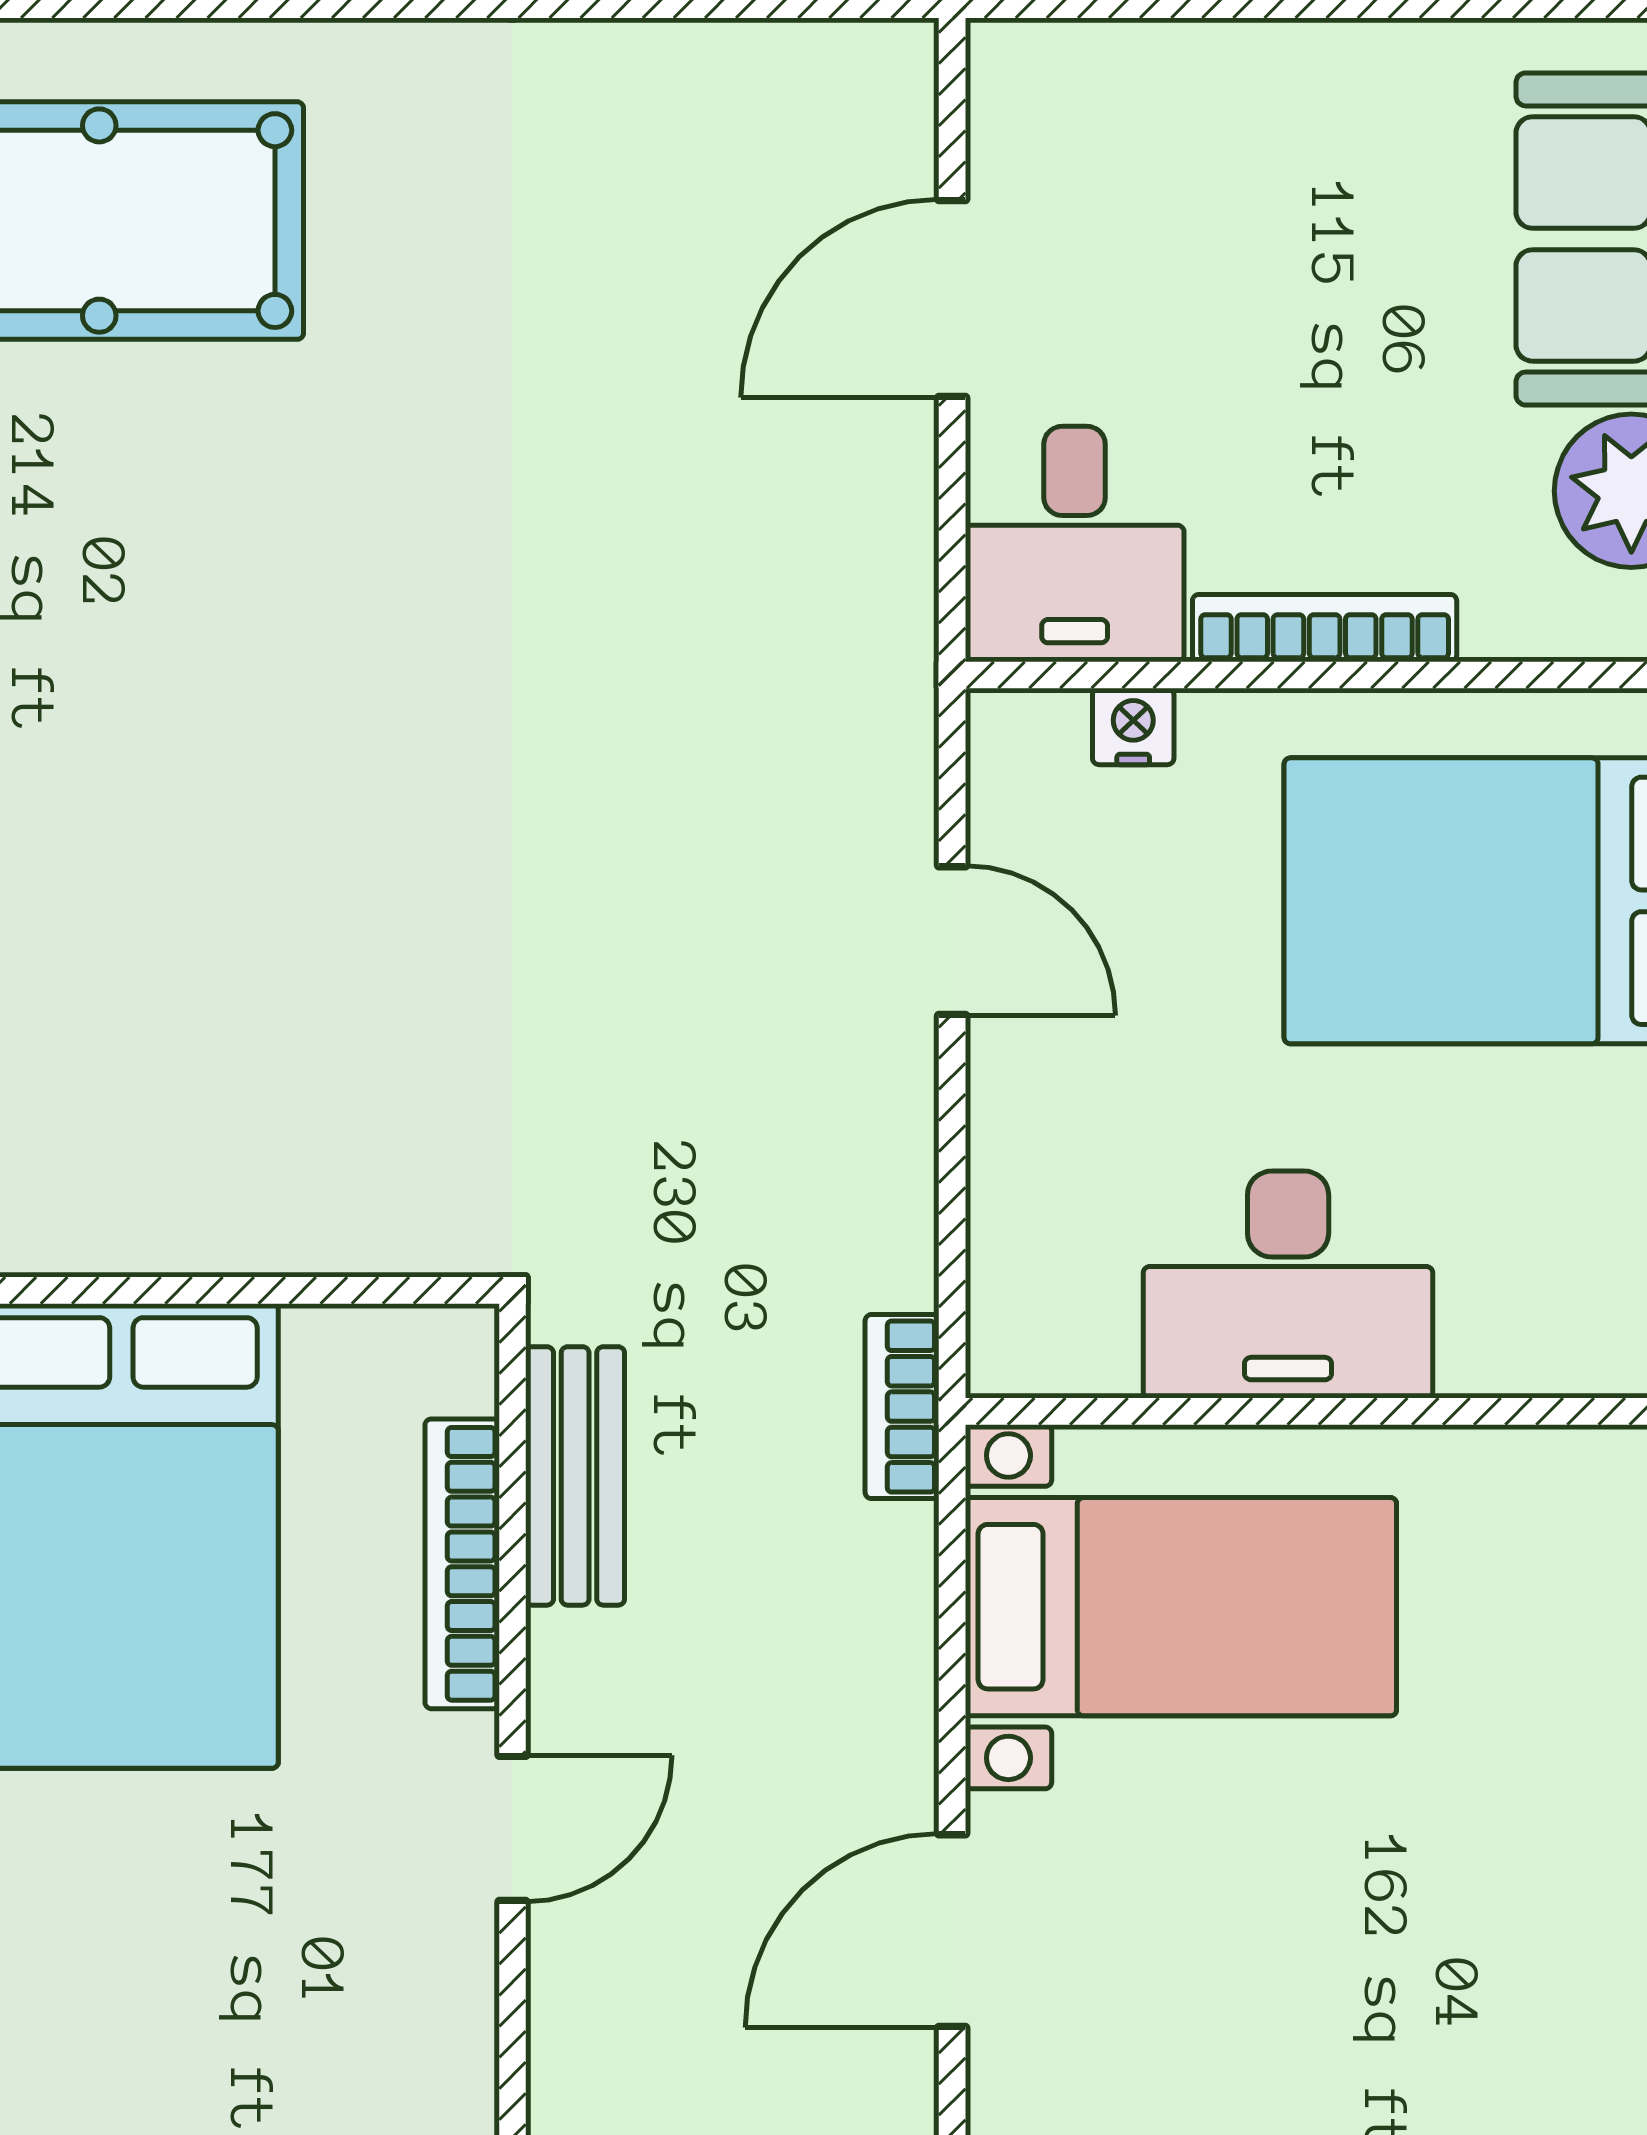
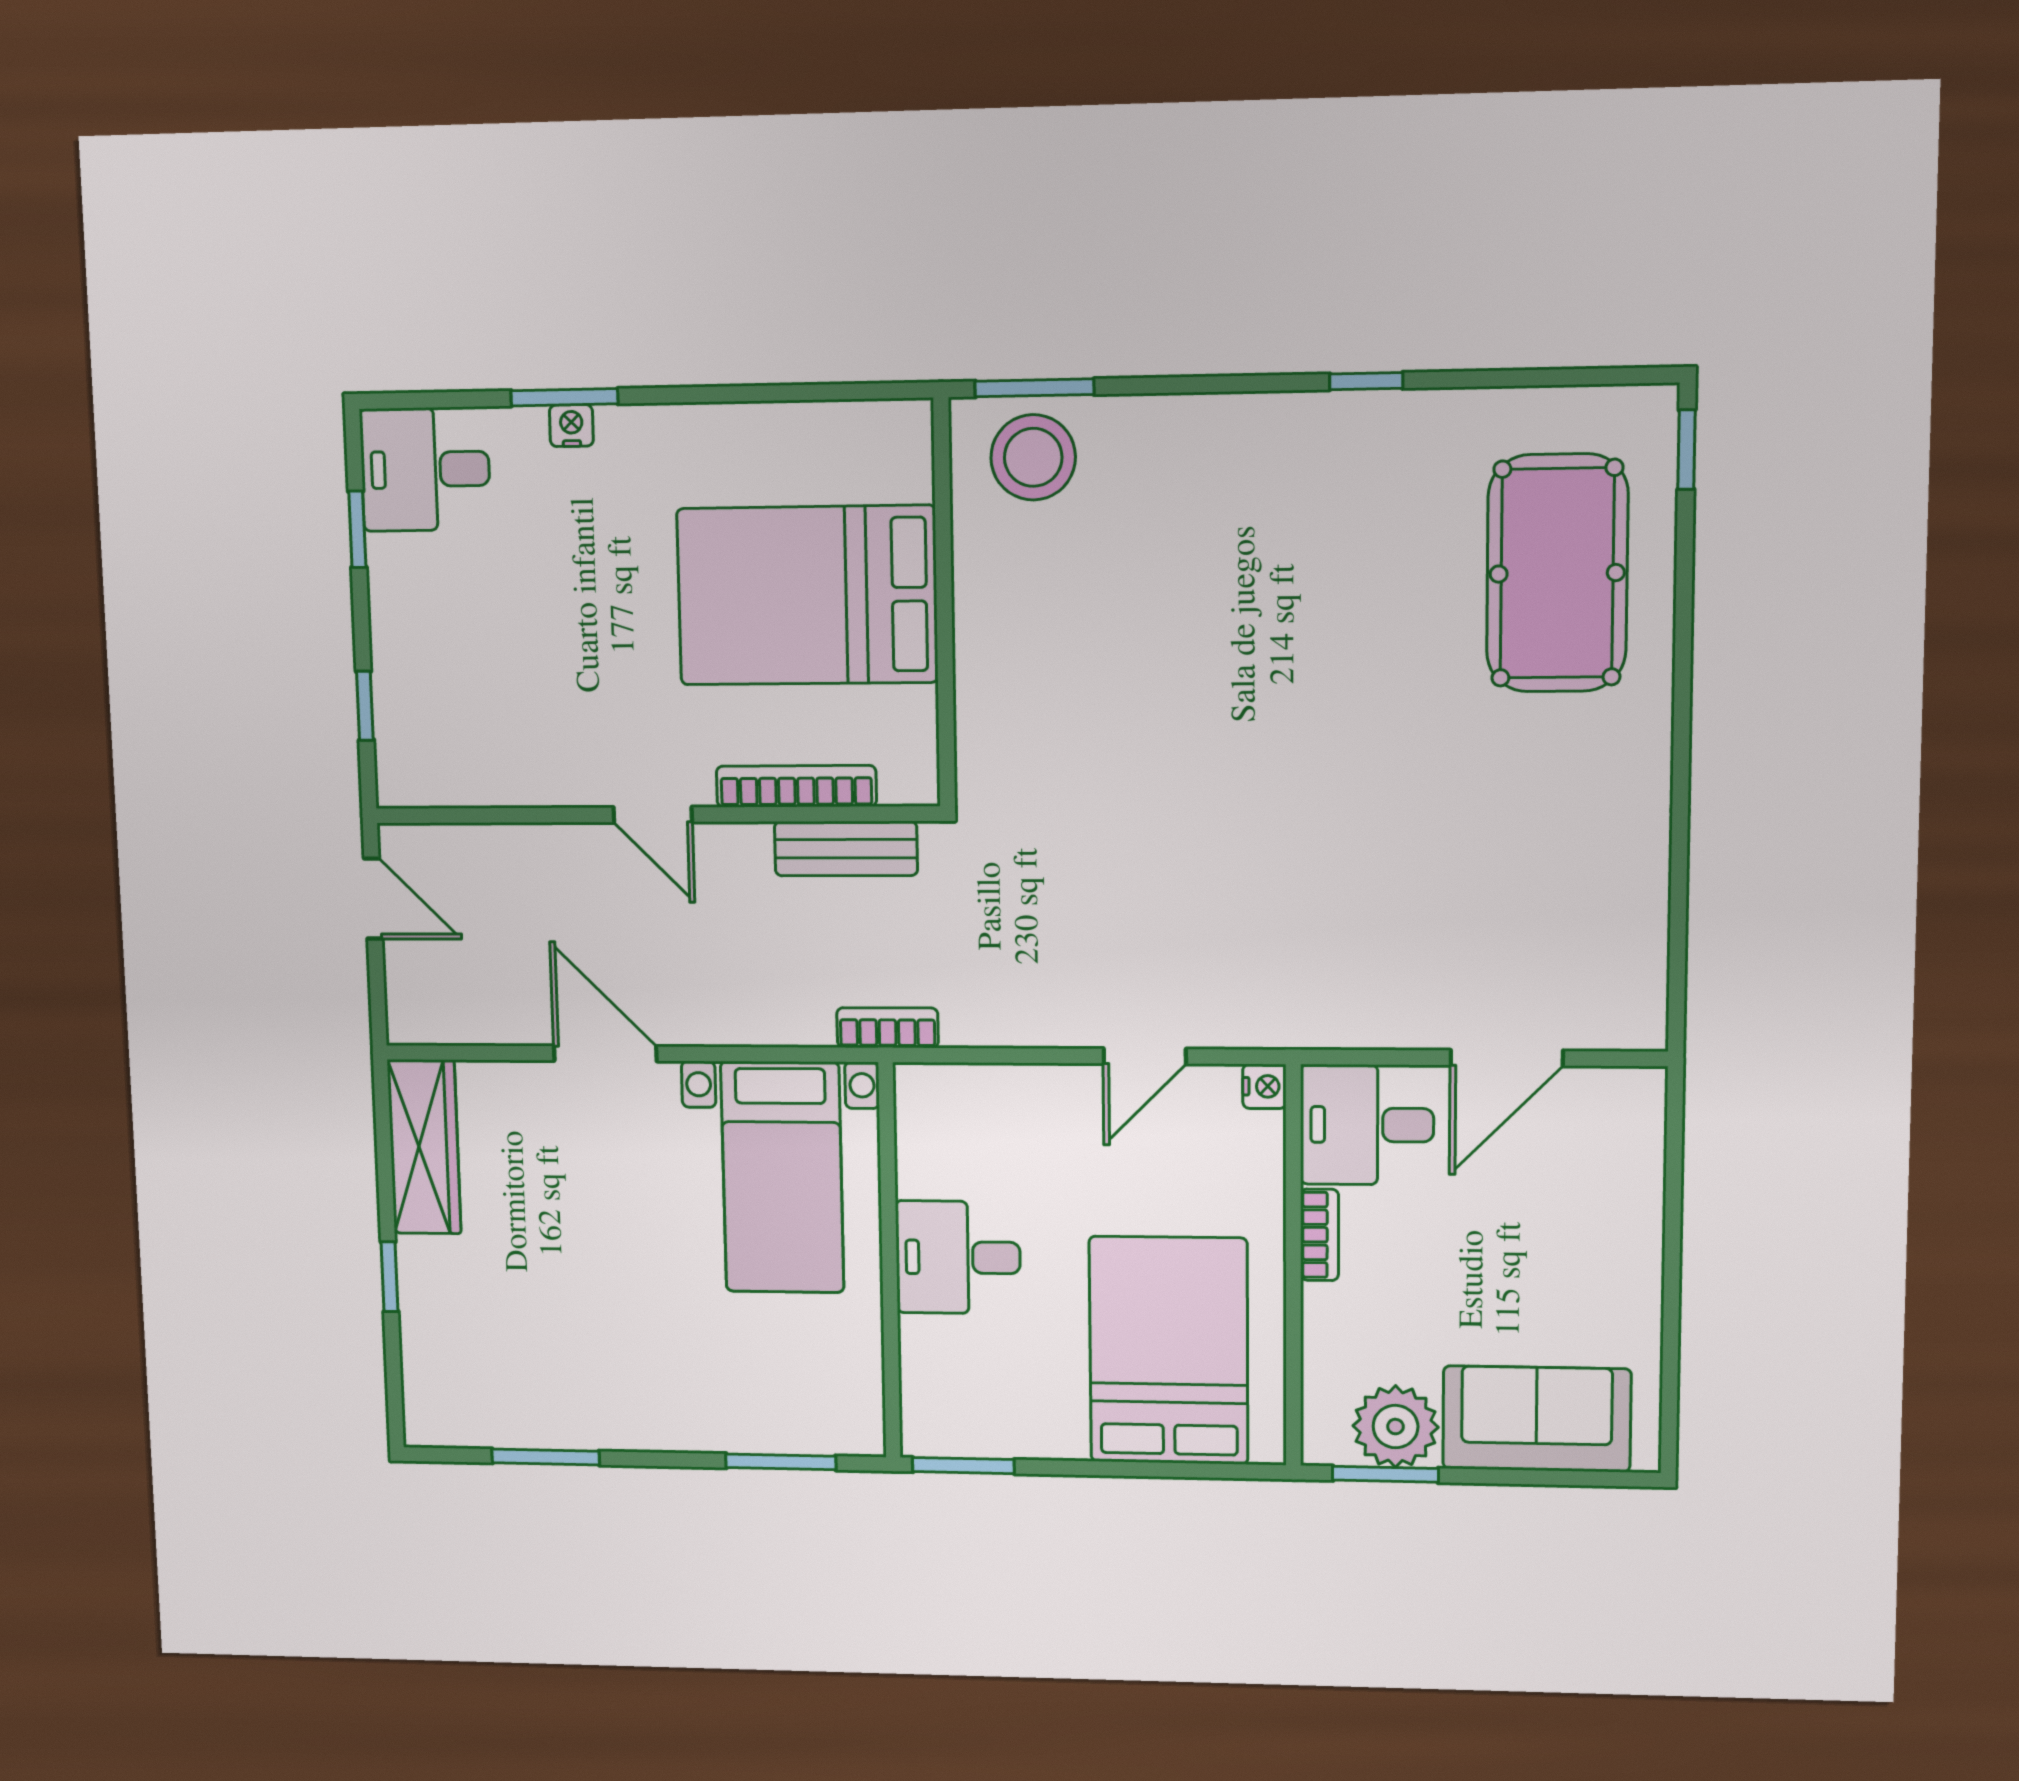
door: (952, 298) -> (1507, 1058), swing flipped
bookcase: (1325, 628) -> (1319, 1235), width x0.64
nightstand: (1133, 727) -> (1264, 1086), moved
desk: (1288, 1284) -> (958, 1257), width x0.73

